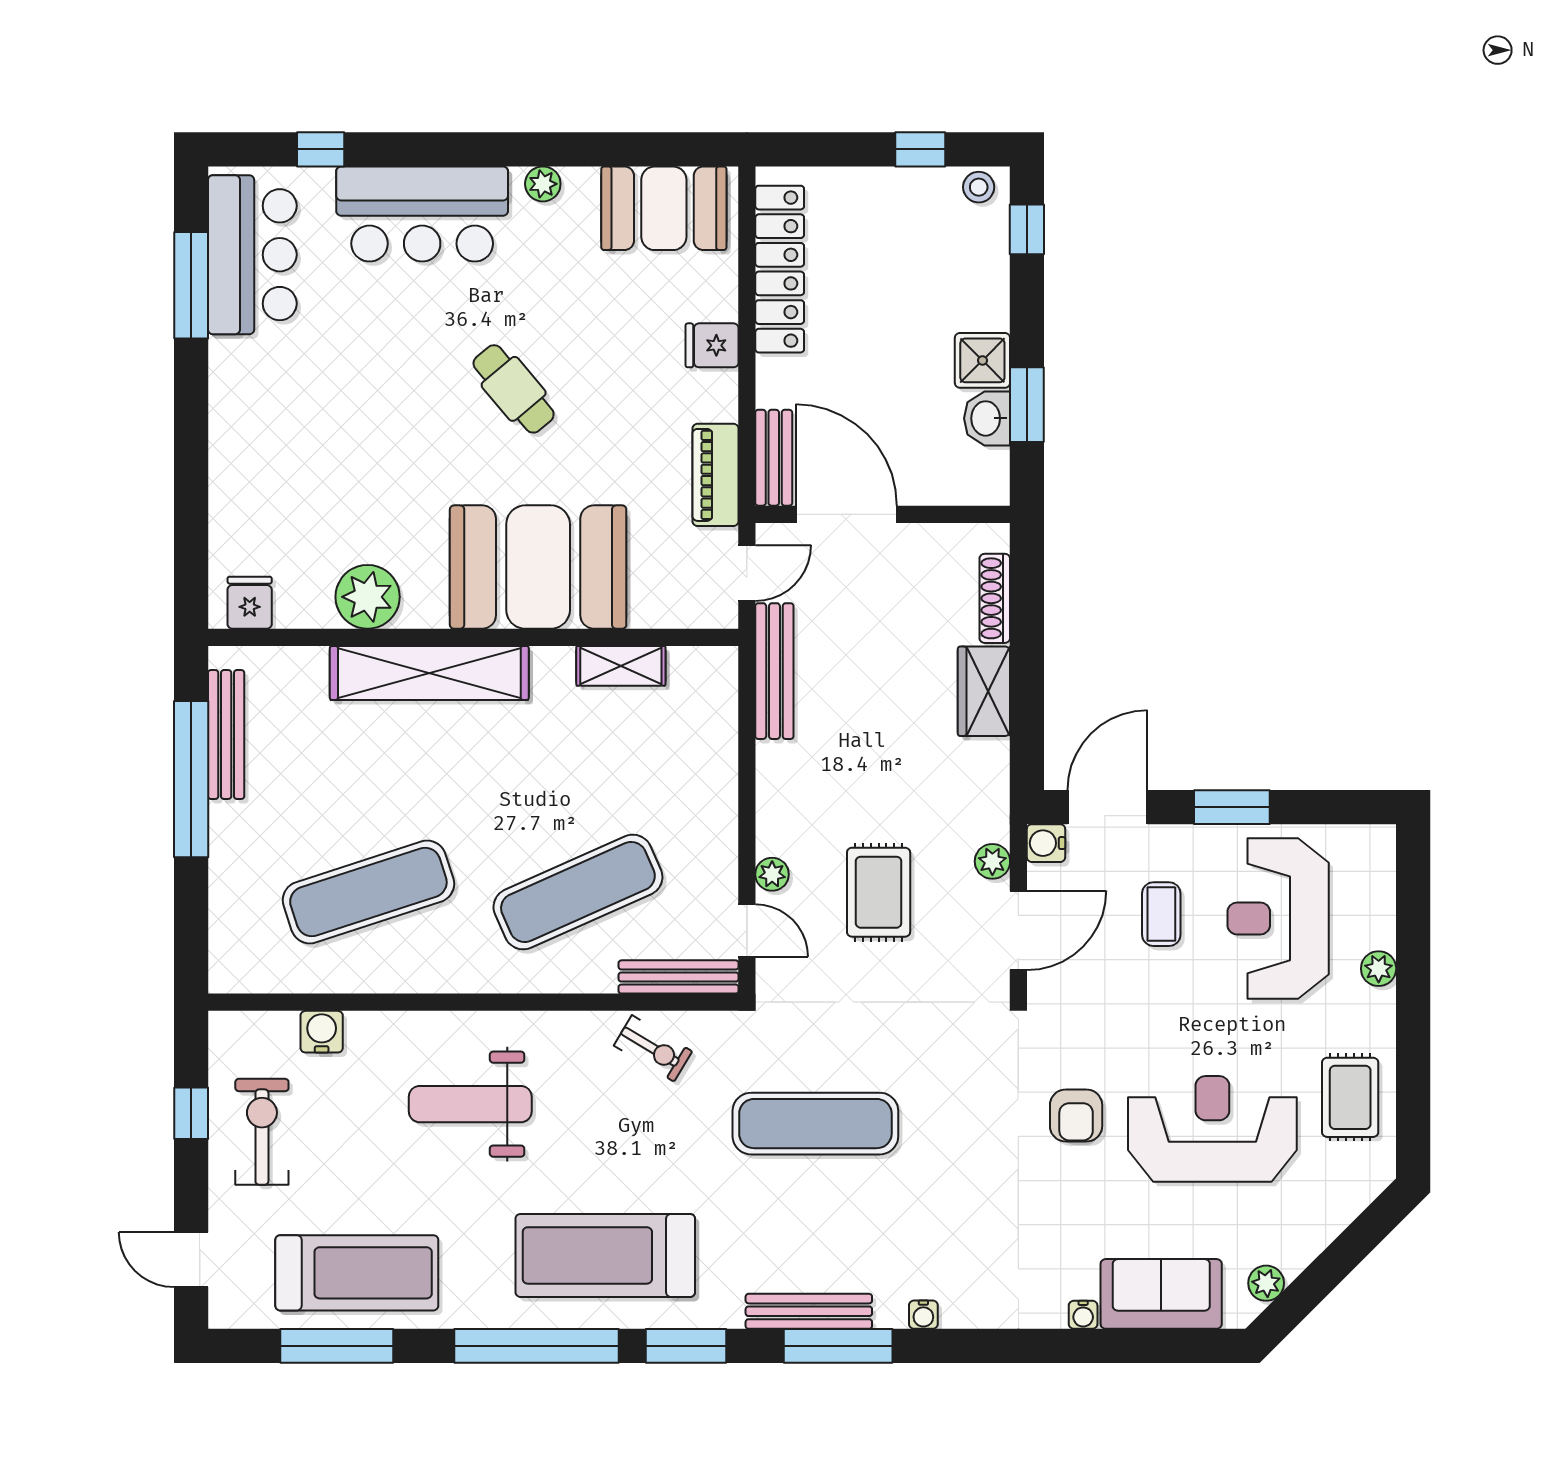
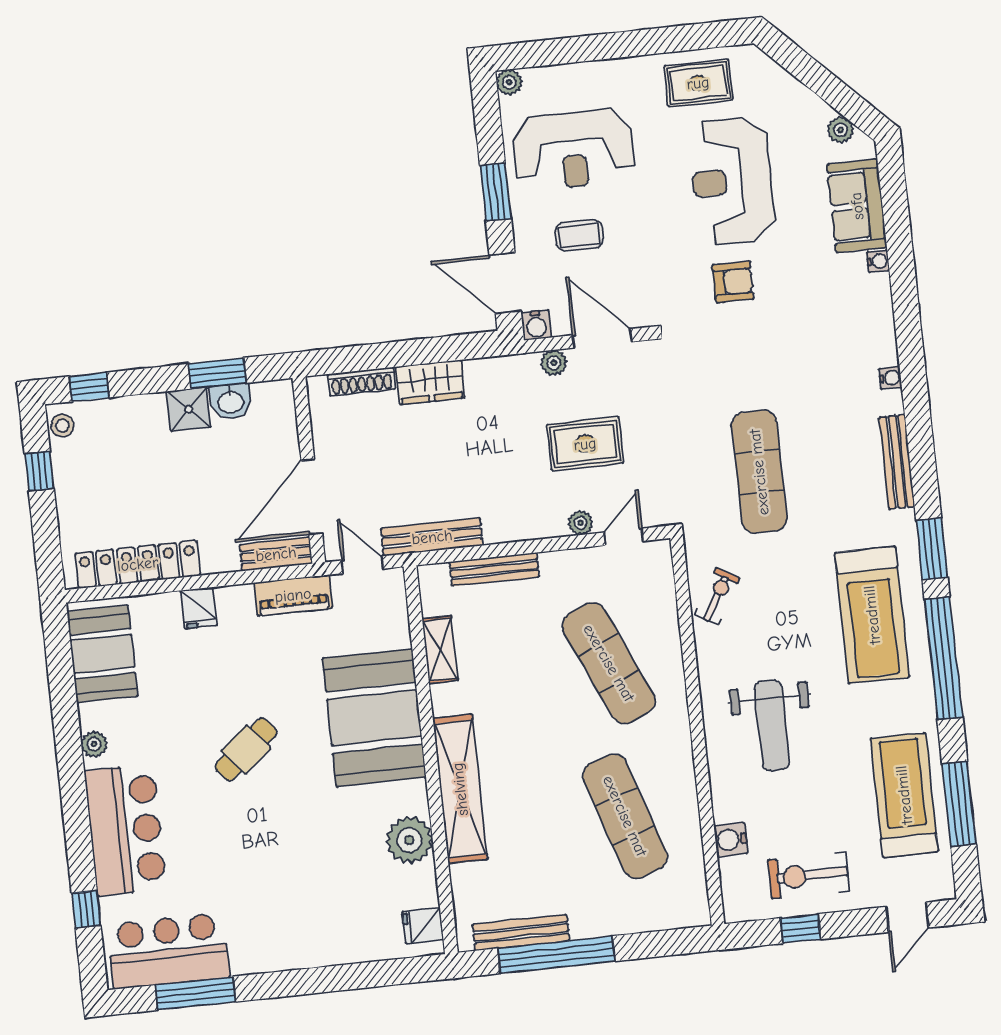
plant: (1379, 969) -> (509, 82), moved
bench: (679, 977) -> (494, 569), moved, turned 90
window: (838, 1346) -> (920, 438), removed

